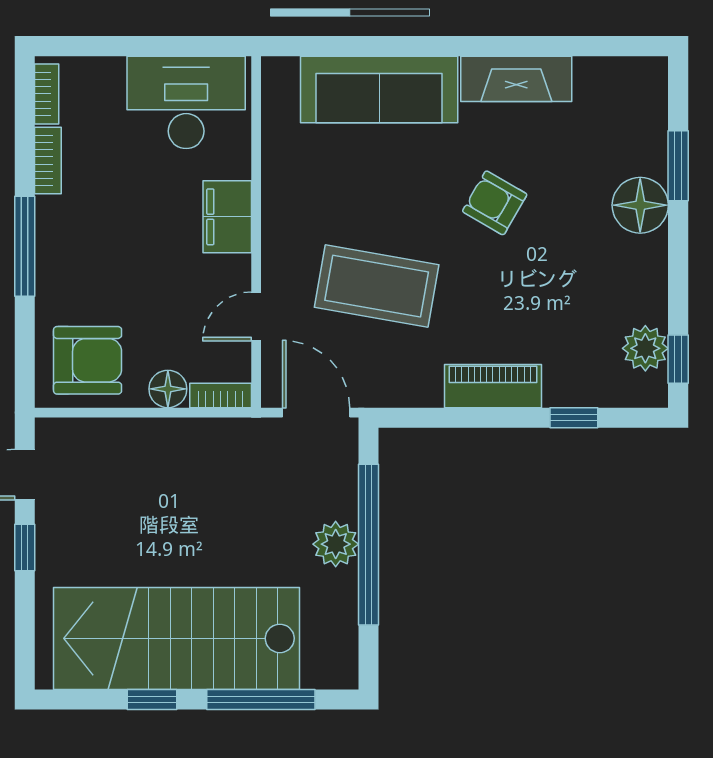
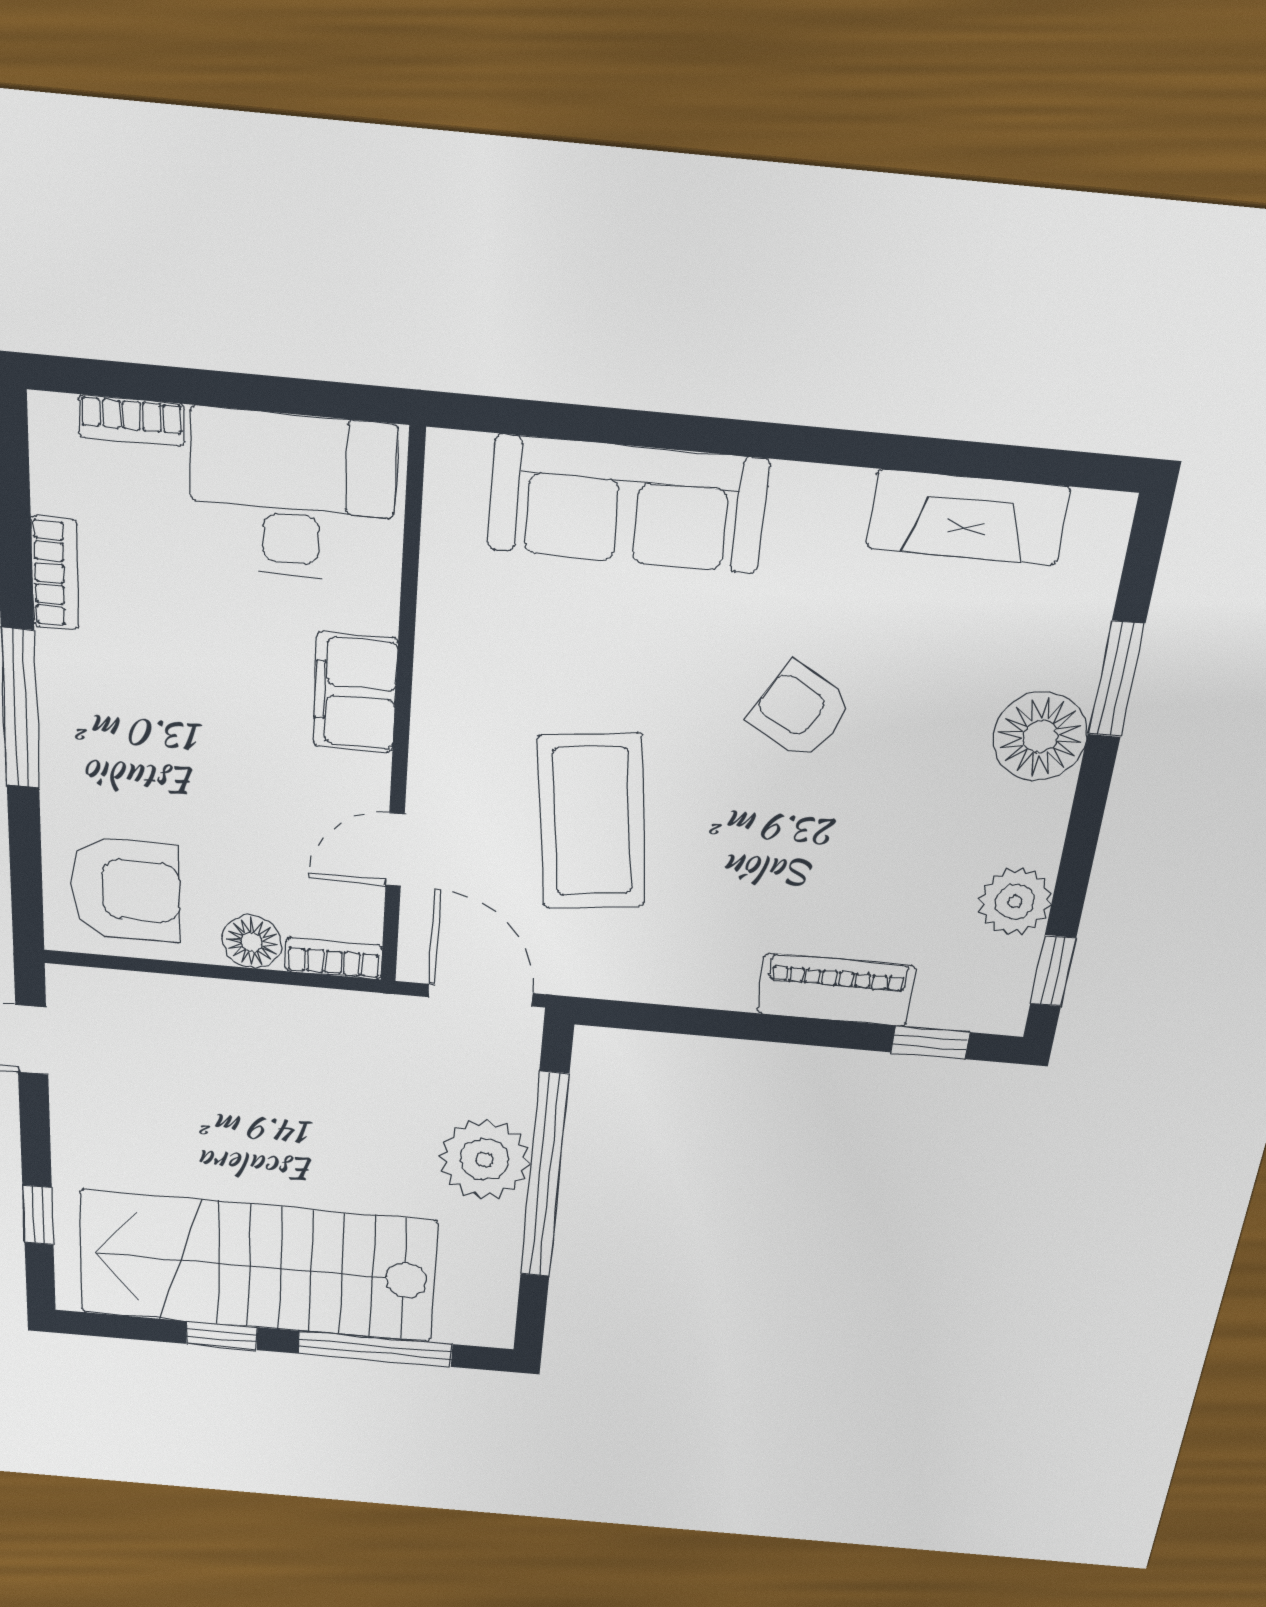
fireplace: (516, 79) -> (968, 518), moved
bookcase: (47, 94) -> (132, 421), moved, turned 90
coffee table: (377, 286) -> (592, 822), turned 73
plant: (645, 348) -> (1015, 902), moved
piano: (493, 386) -> (836, 990), moved
window: (574, 418) -> (930, 1042), moved
plant: (336, 544) -> (485, 1160), width x1.36, depth x1.36
window: (25, 547) -> (38, 1215), moved

